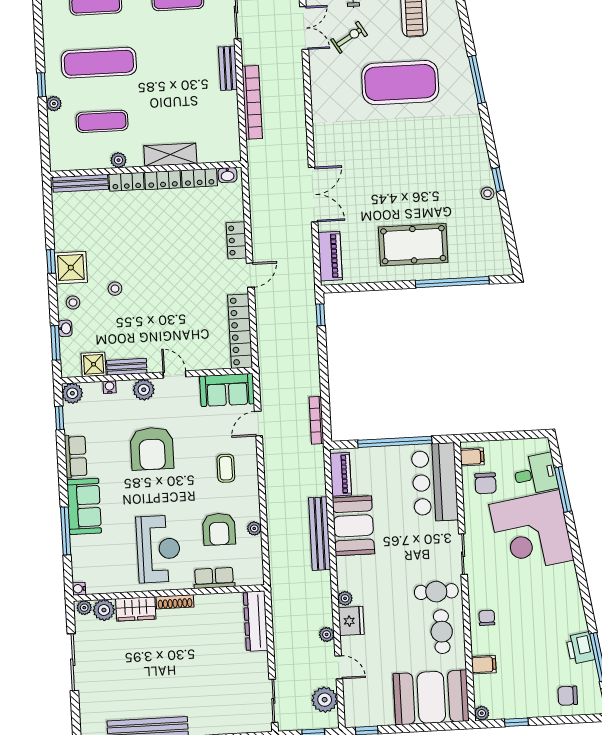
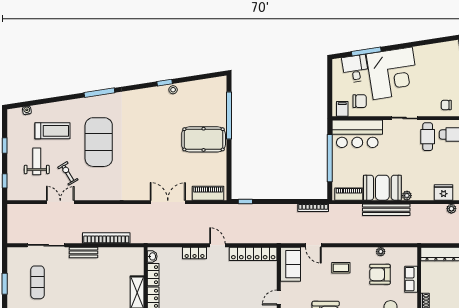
pool table: (413, 245) -> (204, 139), turned 90
armchair: (219, 529) -> (380, 274), turned 180
plant: (345, 598) -> (407, 196), moved

